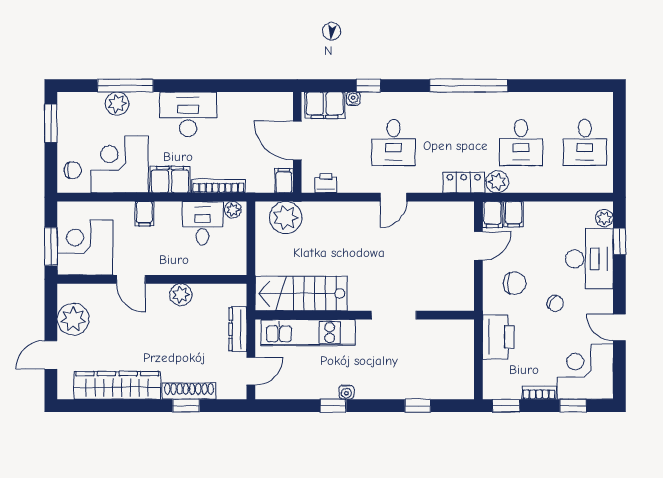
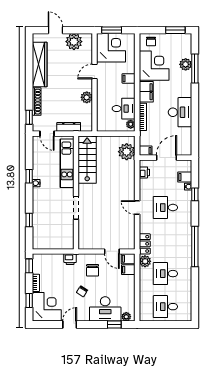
filing cabinet: (325, 105) -> (185, 177), width x0.50
desk: (188, 114) -> (180, 112), moved
printer: (498, 337) -> (70, 259), width x0.53, depth x0.68
window: (186, 406) -> (29, 117), moved

